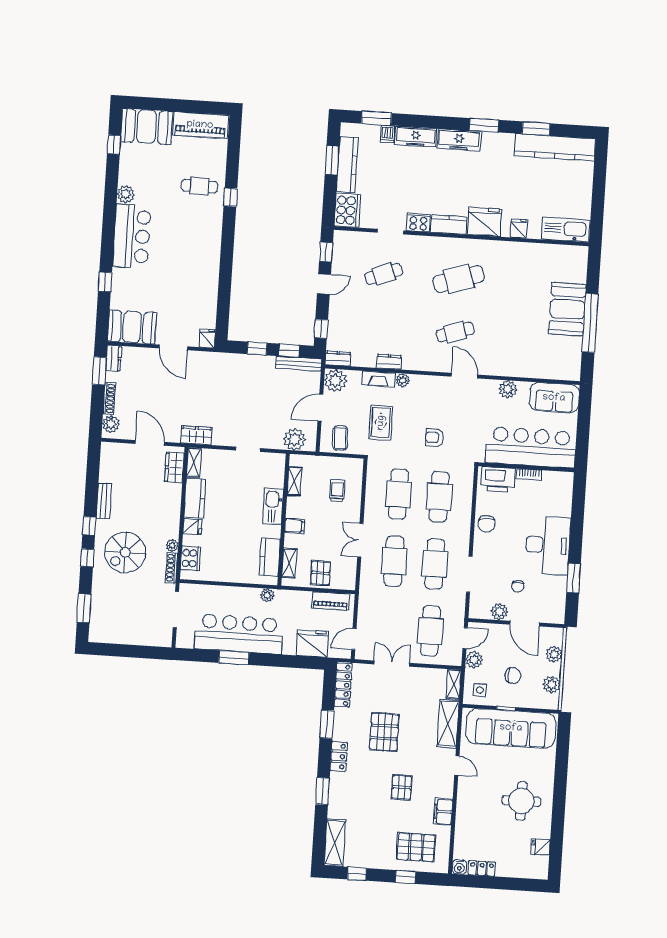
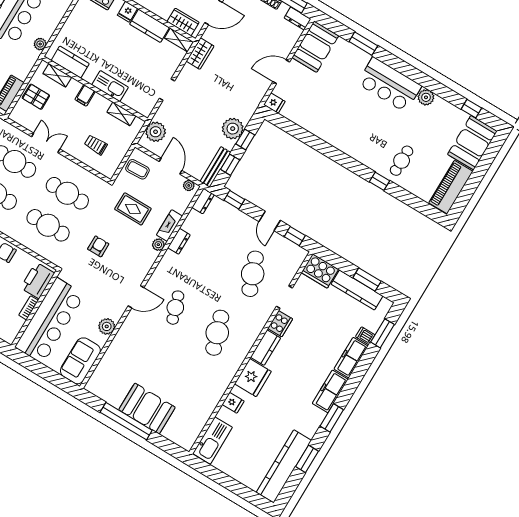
cafe table: (384, 274) -> (253, 274), width x1.37, depth x1.35
window: (105, 282) -> (363, 44), width x1.50
plant: (253, 366) -> (233, 129), added
plant: (335, 381) -> (189, 185), width x0.53, depth x0.53
trolley: (337, 491) -> (96, 145), turned 180

